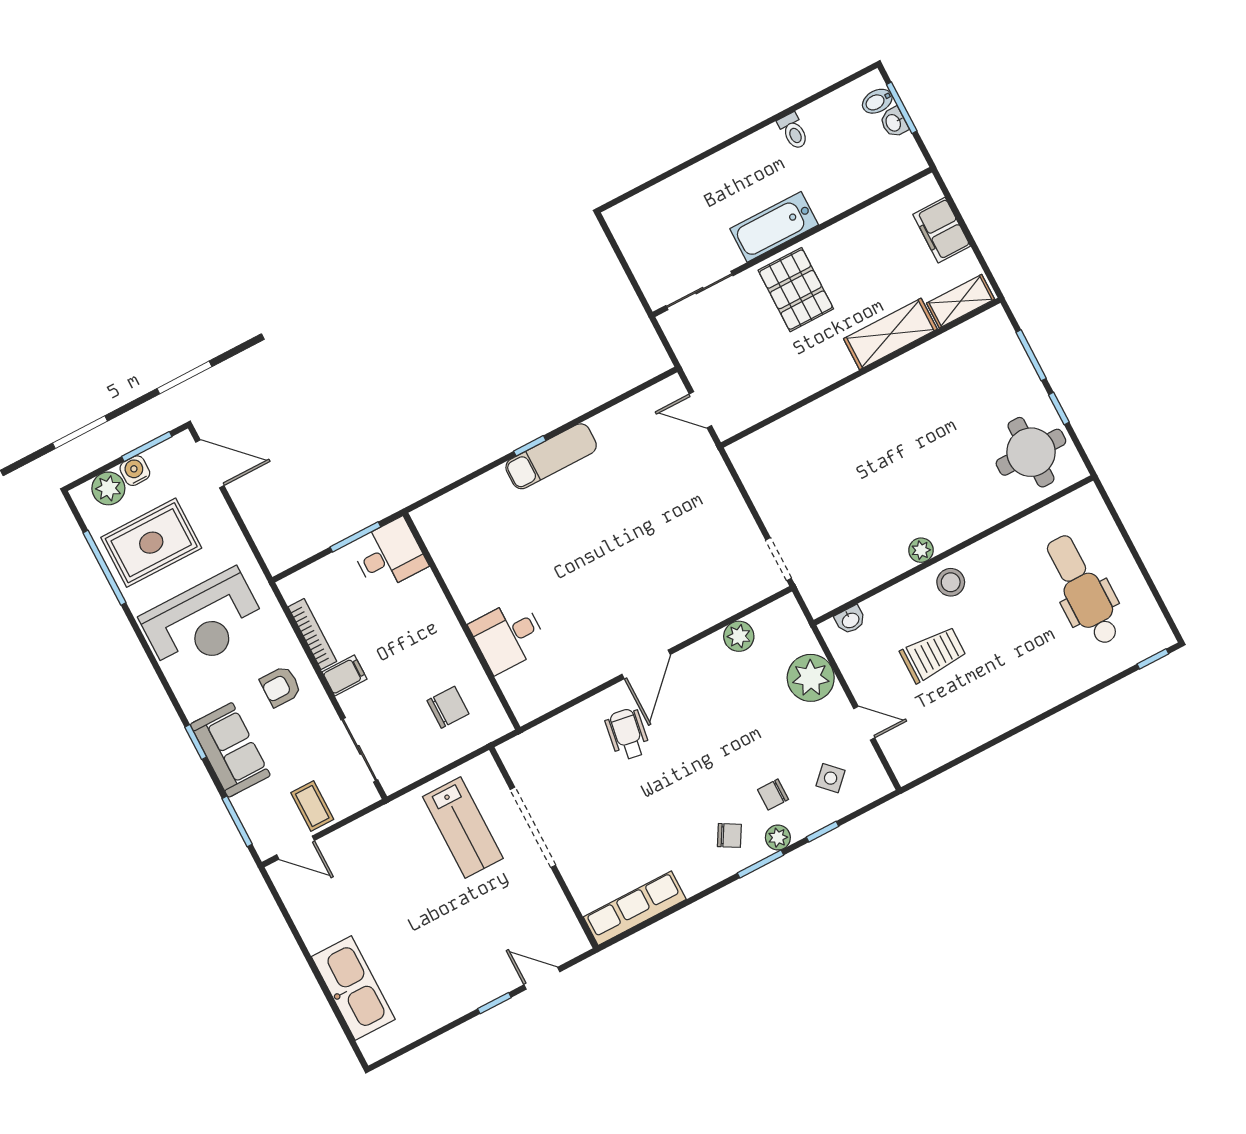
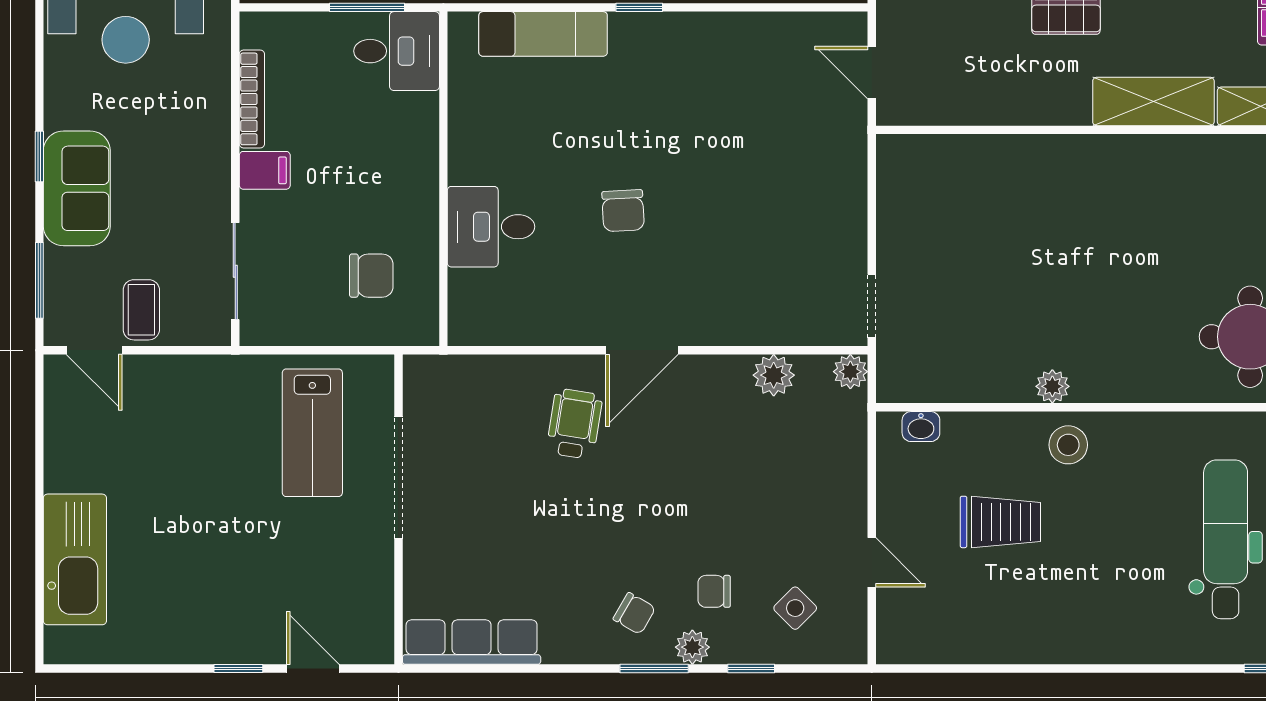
exam couch: (551, 456) -> (543, 34), moved
chair: (587, 581) -> (623, 211), added
plant: (811, 678) -> (850, 372), moved, width x0.53, depth x0.53
armchair: (281, 686) -> (179, 143), removed

